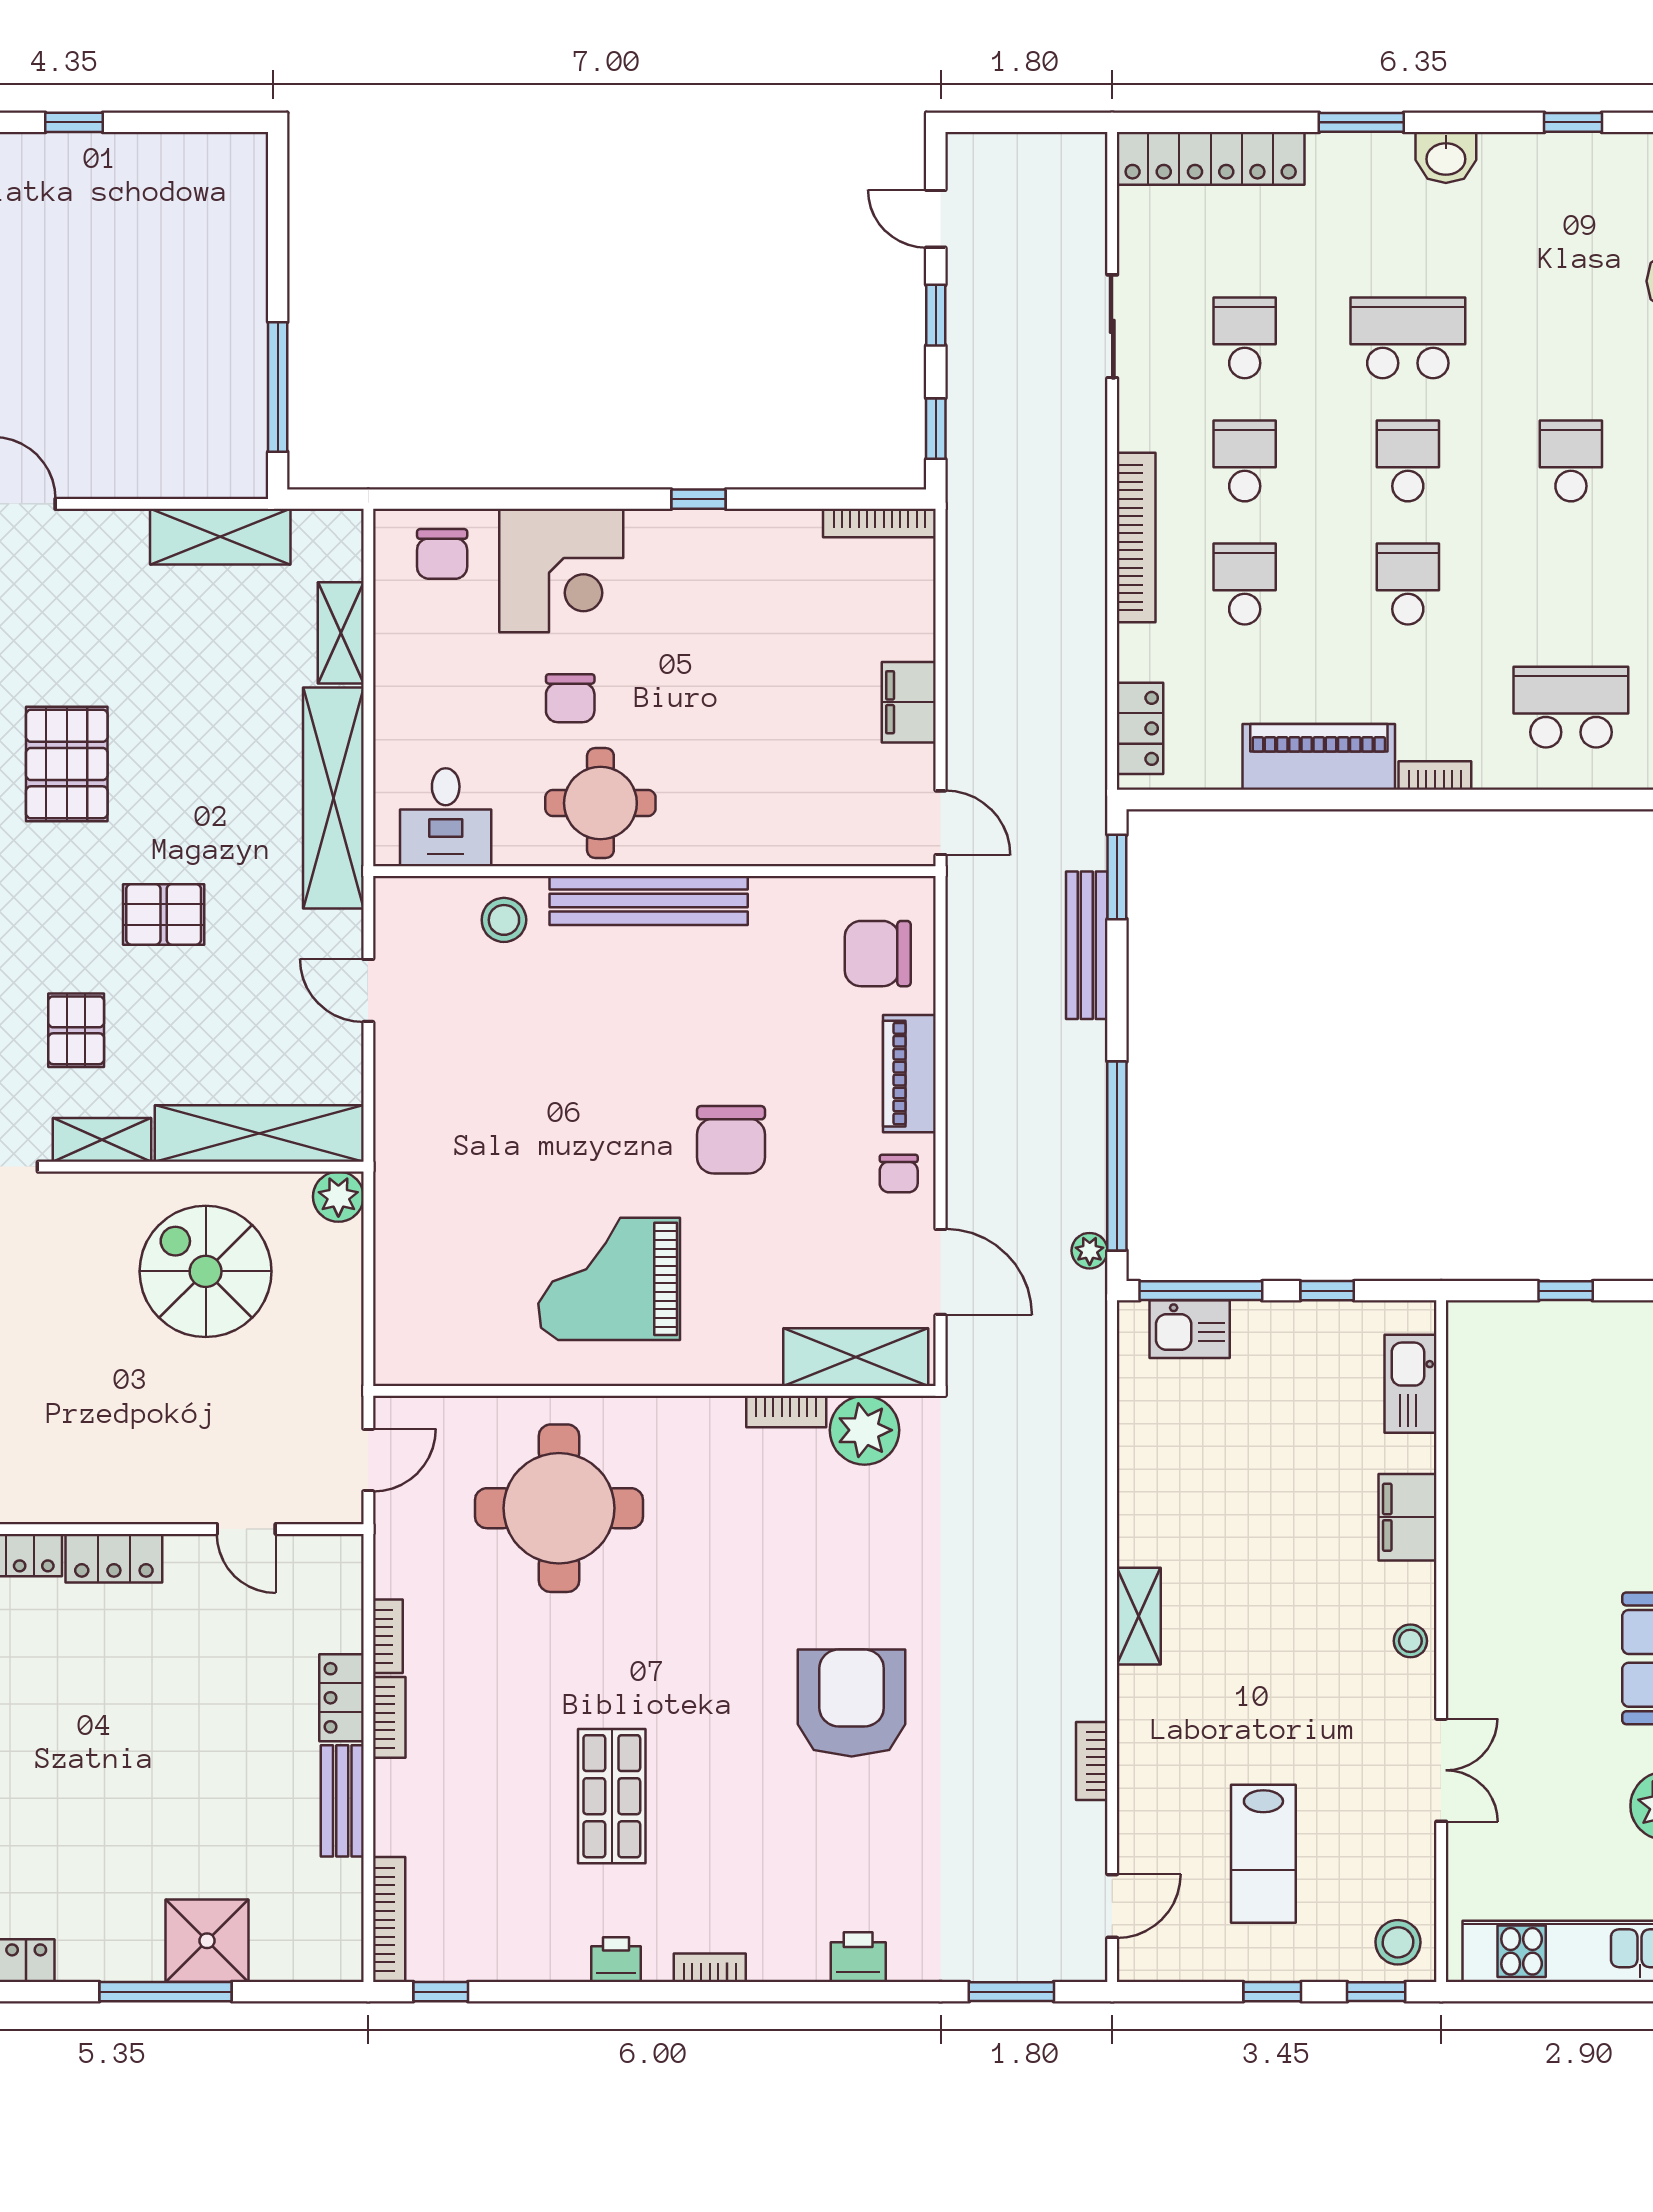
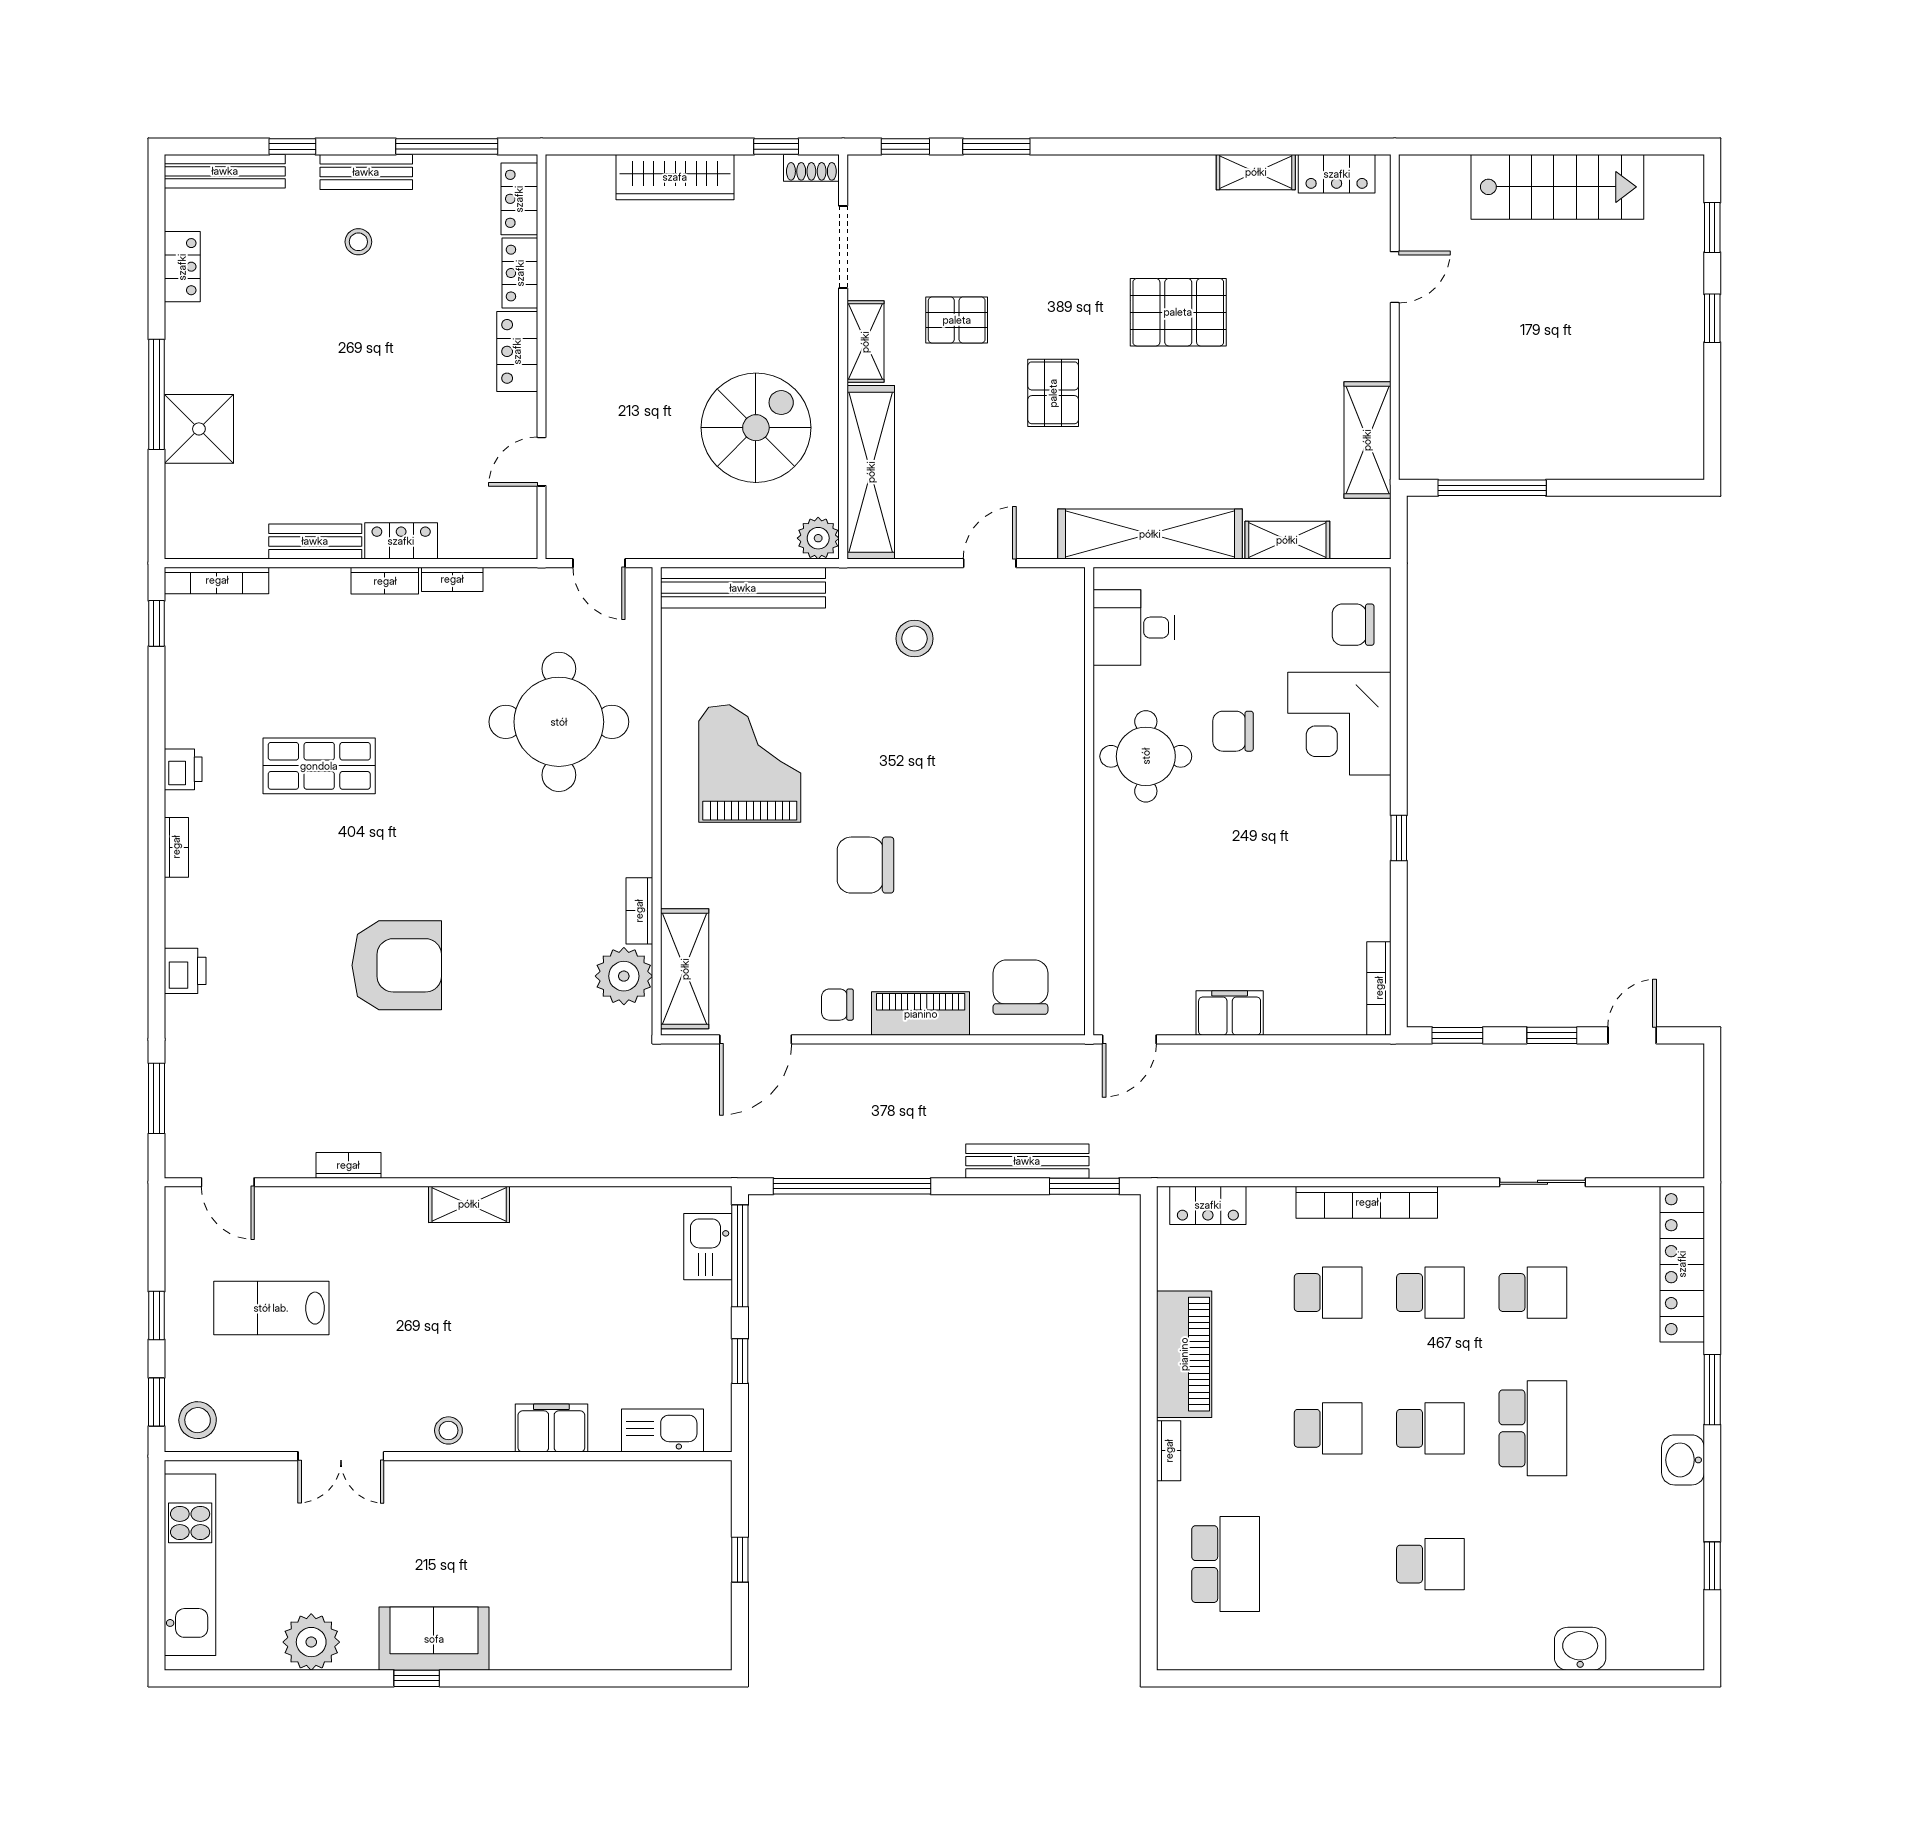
bench: (649, 900) -> (743, 588), moved, turned 90
stool: (504, 920) -> (914, 639), moved
plant: (1090, 1251) -> (773, 1163), removed

